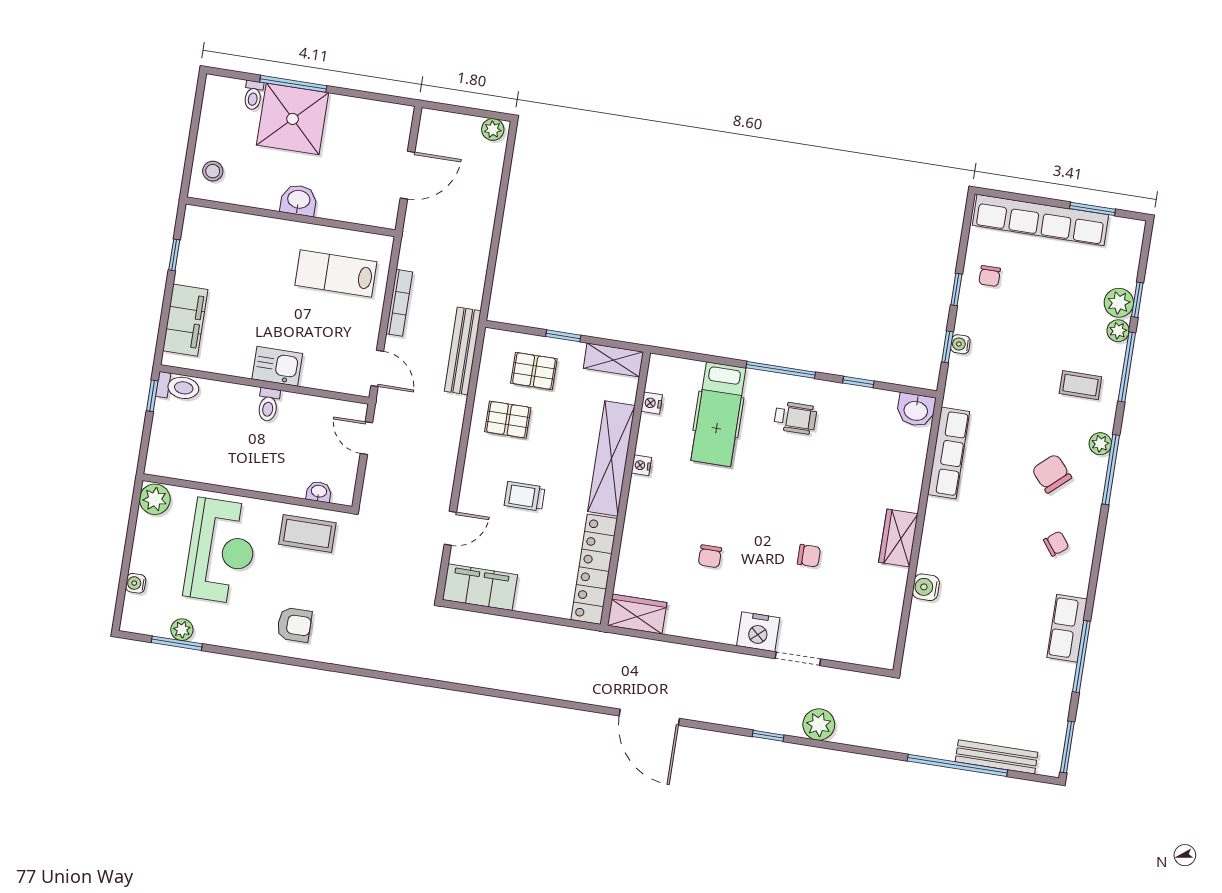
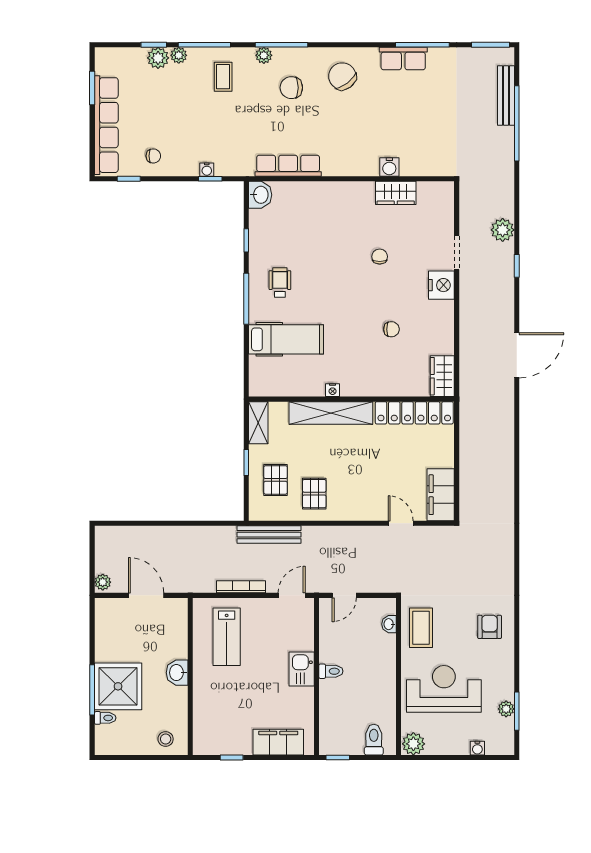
plant: (493, 129) -> (103, 582), moved
window: (956, 289) -> (129, 179), moved
toilet: (178, 387) -> (374, 740), moved
nightstand: (652, 403) -> (286, 390), removed
chair: (1052, 474) -> (291, 88), turned 42
trolley: (525, 496) -> (369, 472), removed
wardrobe: (898, 538) -> (396, 193), moved
chair: (1056, 544) -> (342, 76), width x1.87, depth x1.87

